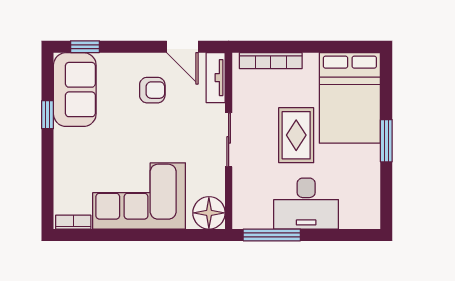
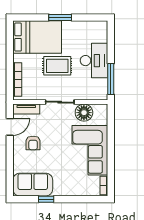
window: (85, 47) -> (10, 179), removed
armchair: (152, 90) -> (33, 143), turned 180
floor lamp: (209, 213) -> (84, 113), moved

